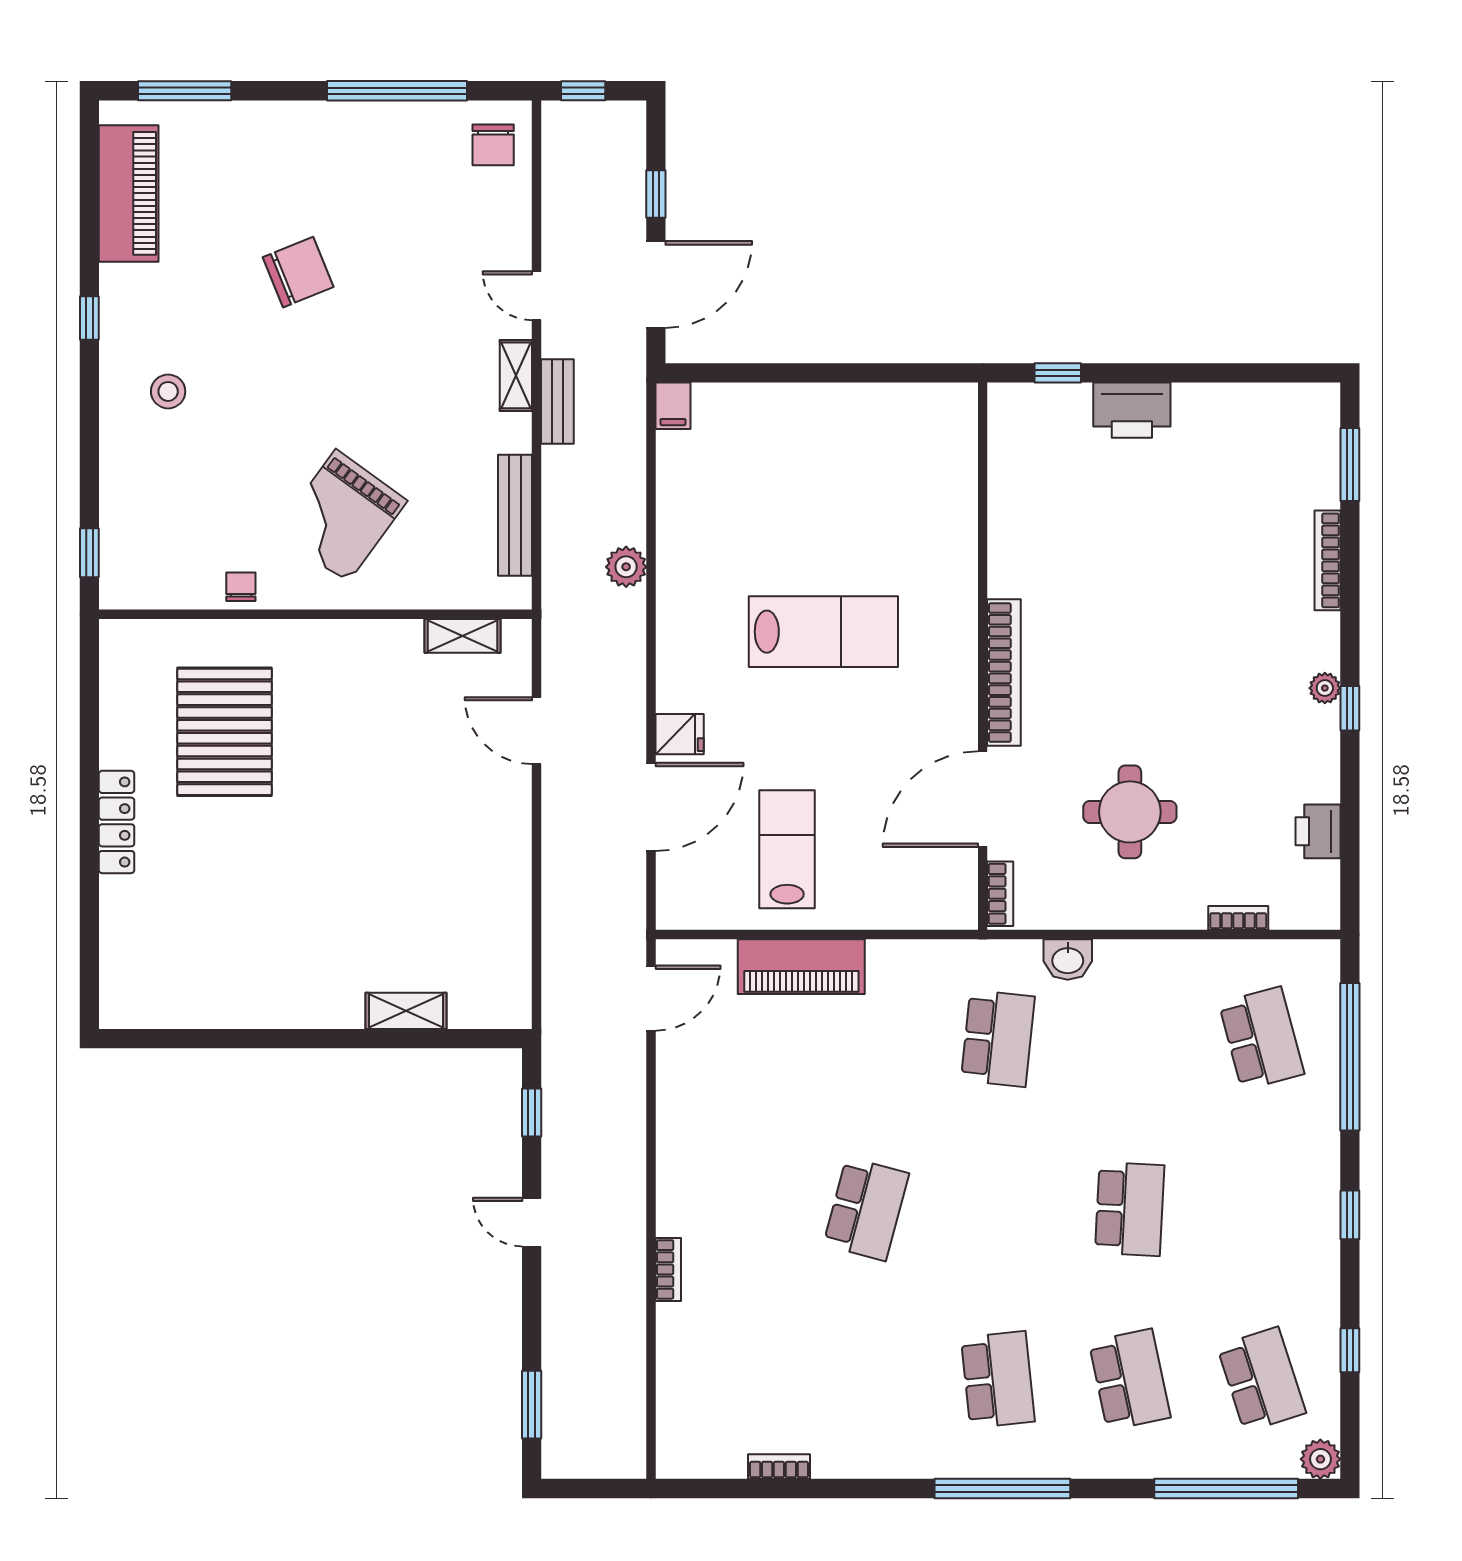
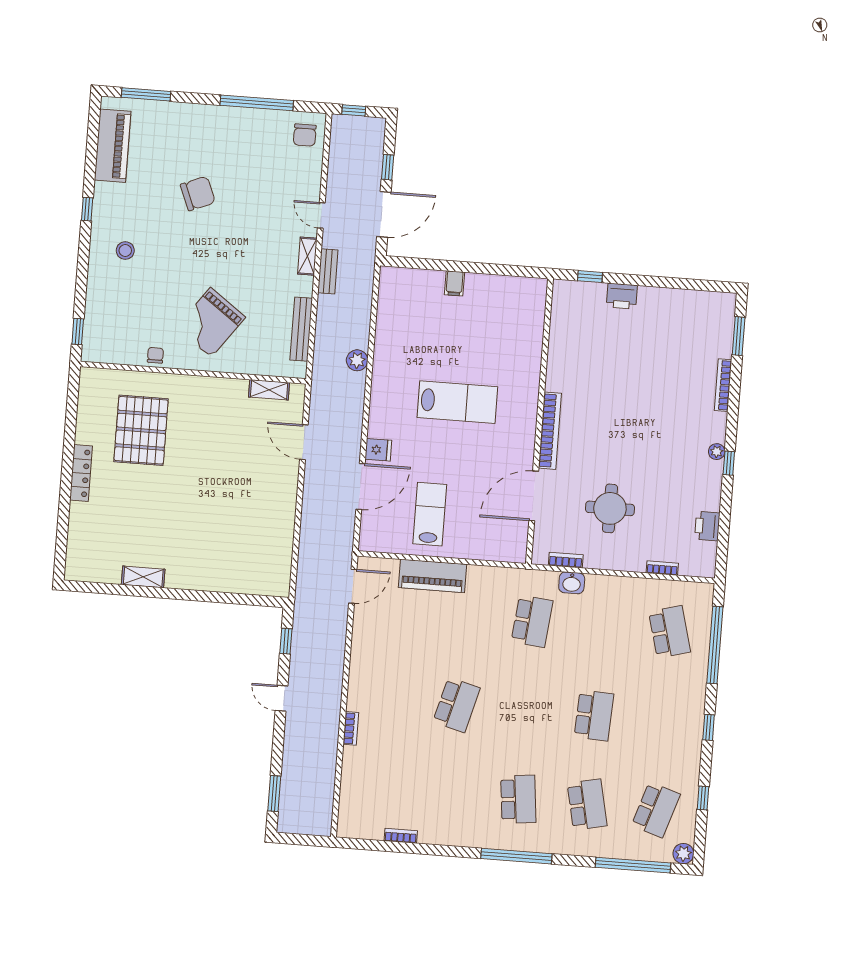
filing cabinet: (673, 406) -> (455, 283), moved
printer: (1132, 410) -> (622, 296), width x0.73, depth x0.84
bookcase: (1000, 894) -> (566, 560), moved, turned -90
shelving: (406, 1011) -> (143, 577), moved
school desk: (1261, 1380) -> (656, 810), turned 36

